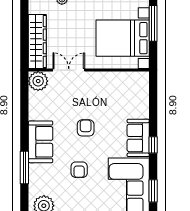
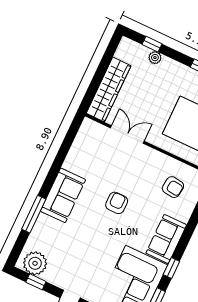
plant: (38, 81) -> (90, 131), removed
window: (153, 145) -> (171, 268), moved
armchair: (79, 170) -> (173, 187), moved, turned -83

